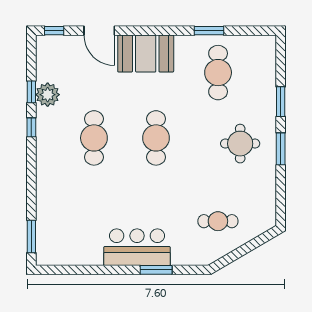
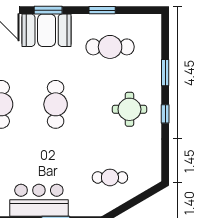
window: (148, 31) -> (48, 10), added
cafe table: (218, 73) -> (110, 47), turned 90
window: (281, 149) -> (165, 114), width x0.67

